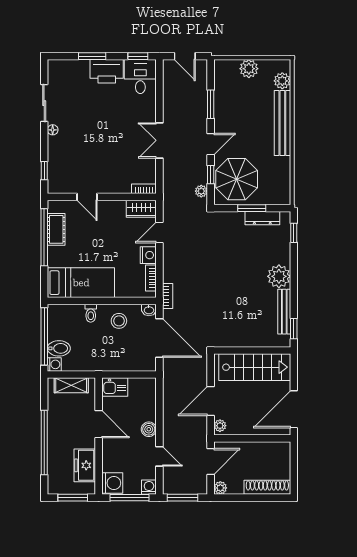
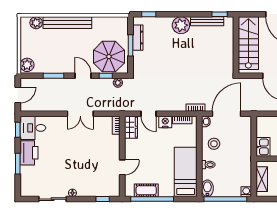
plant: (249, 69) -> (27, 65), moved
bidet: (59, 348) -> (207, 188), moved

